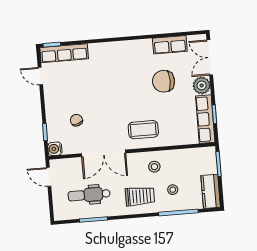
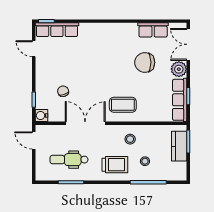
double door: (104, 153) -> (85, 123), swing flipped
kitchen counter: (211, 191) -> (179, 146), moved

